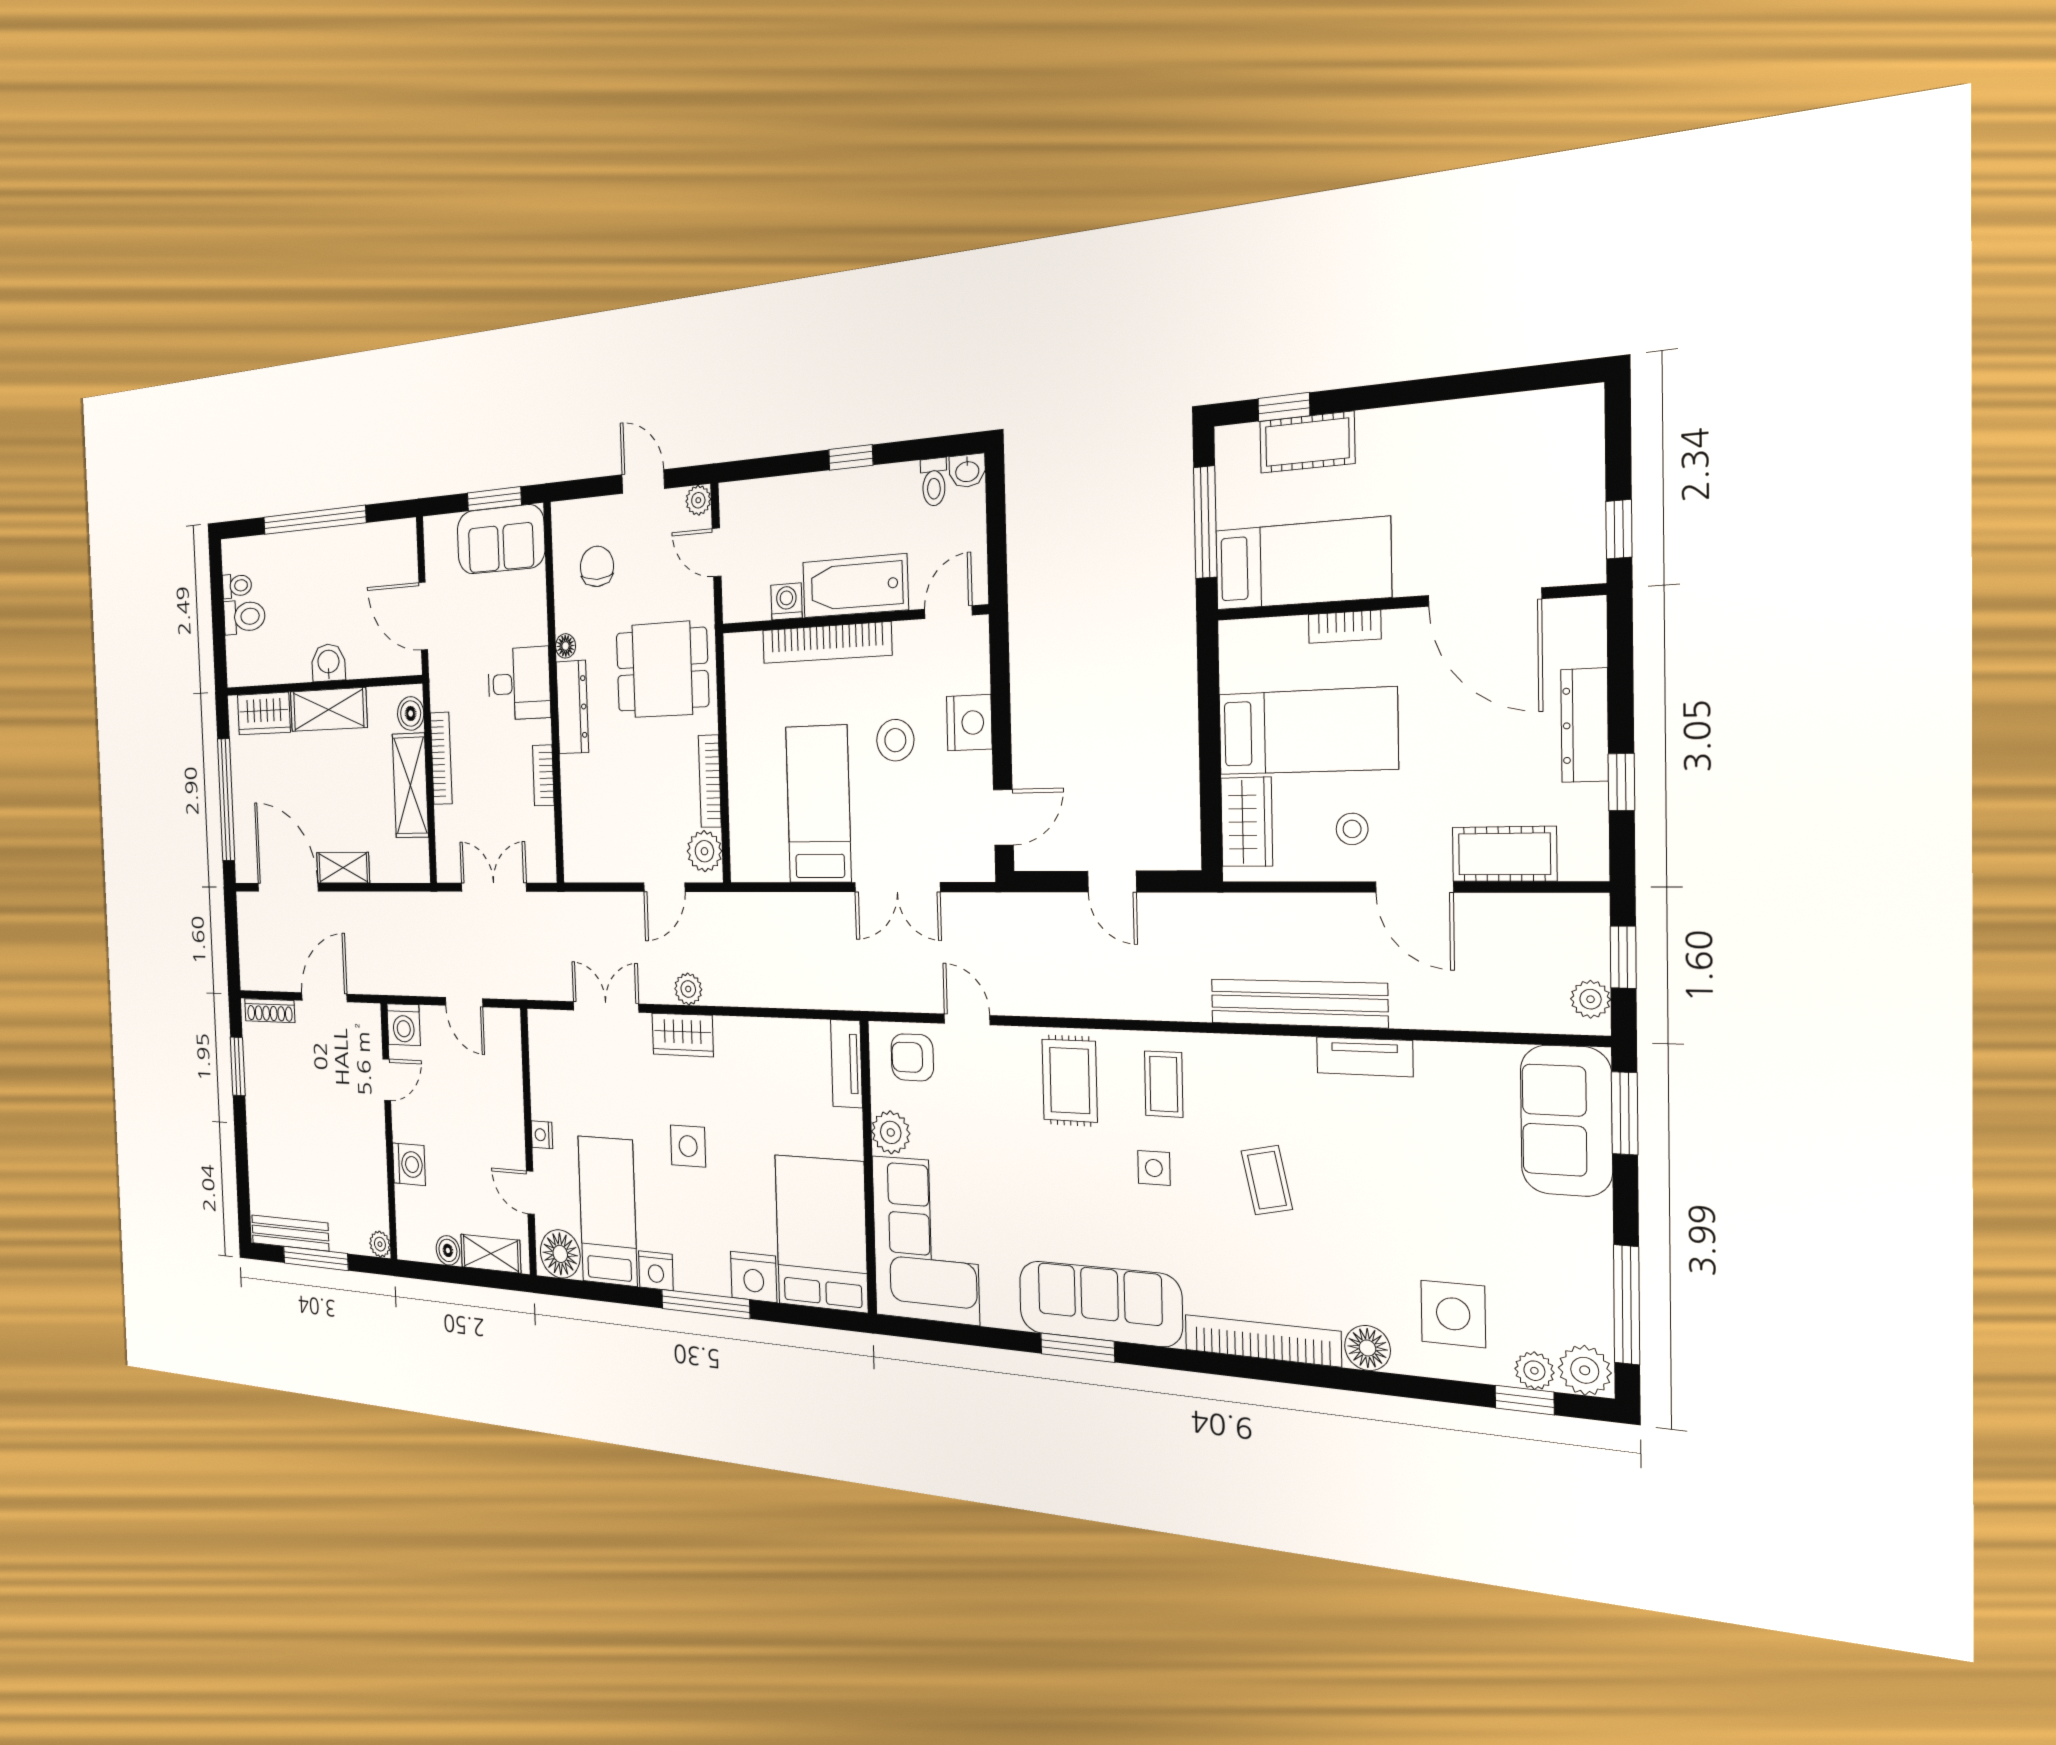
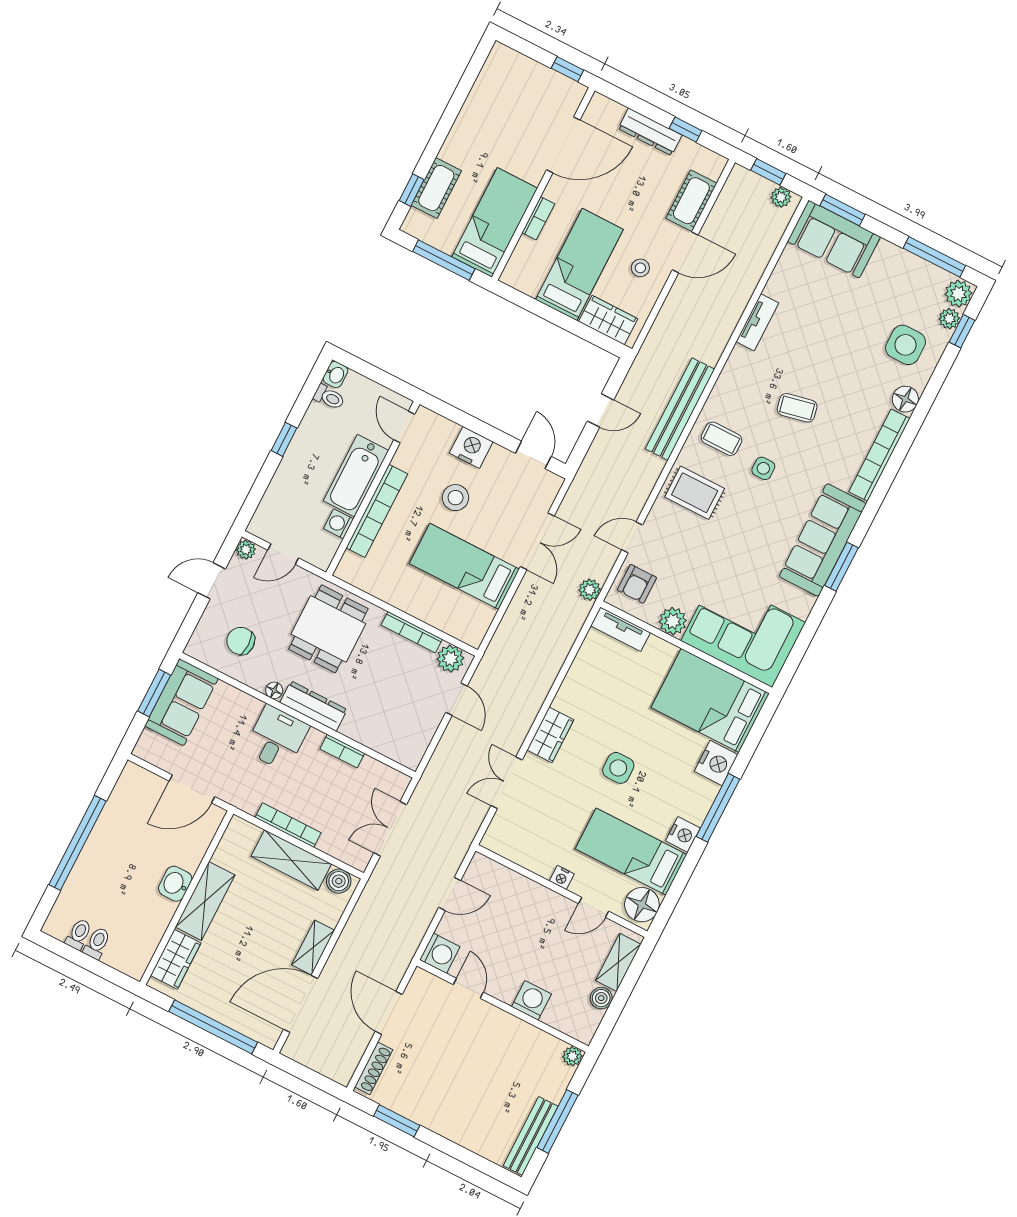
toilet: (244, 617) -> (97, 943), width x0.73, depth x0.72
boiler: (411, 714) -> (339, 881), moved
plant: (688, 989) -> (590, 590), moved
bench: (1298, 1003) -> (680, 409), moved

